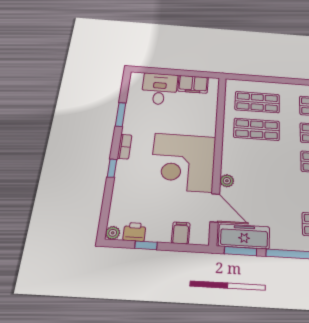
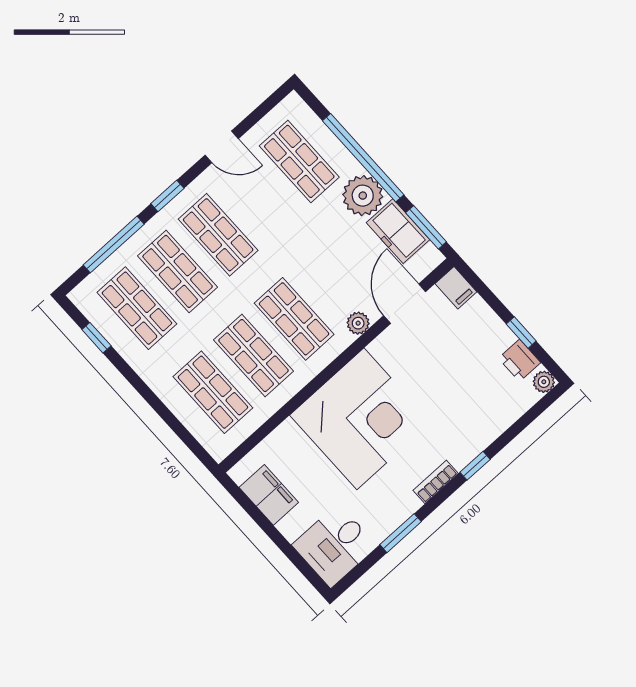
desk: (159, 89) -> (335, 546), moved
shop shelf: (256, 158) -> (294, 319), added
corner desk: (183, 162) -> (360, 419), moved
filing cabinet: (181, 233) -> (456, 288), moved, turned -90
freezer: (244, 236) -> (398, 231), width x0.71
plant: (284, 237) -> (363, 196), added

